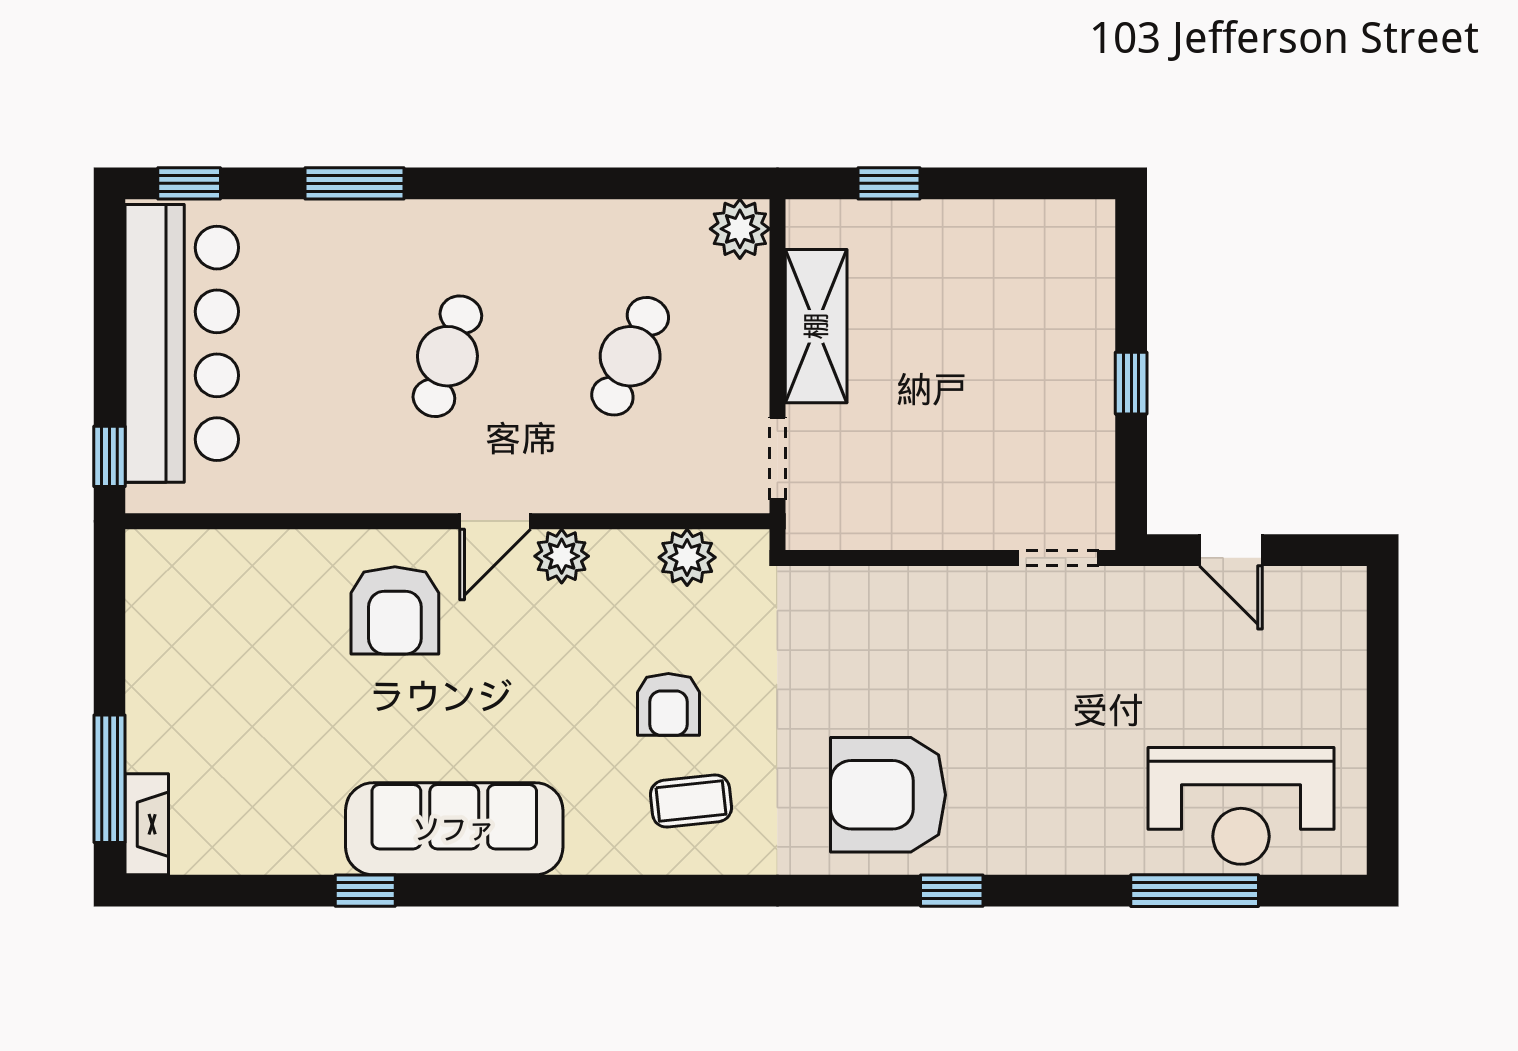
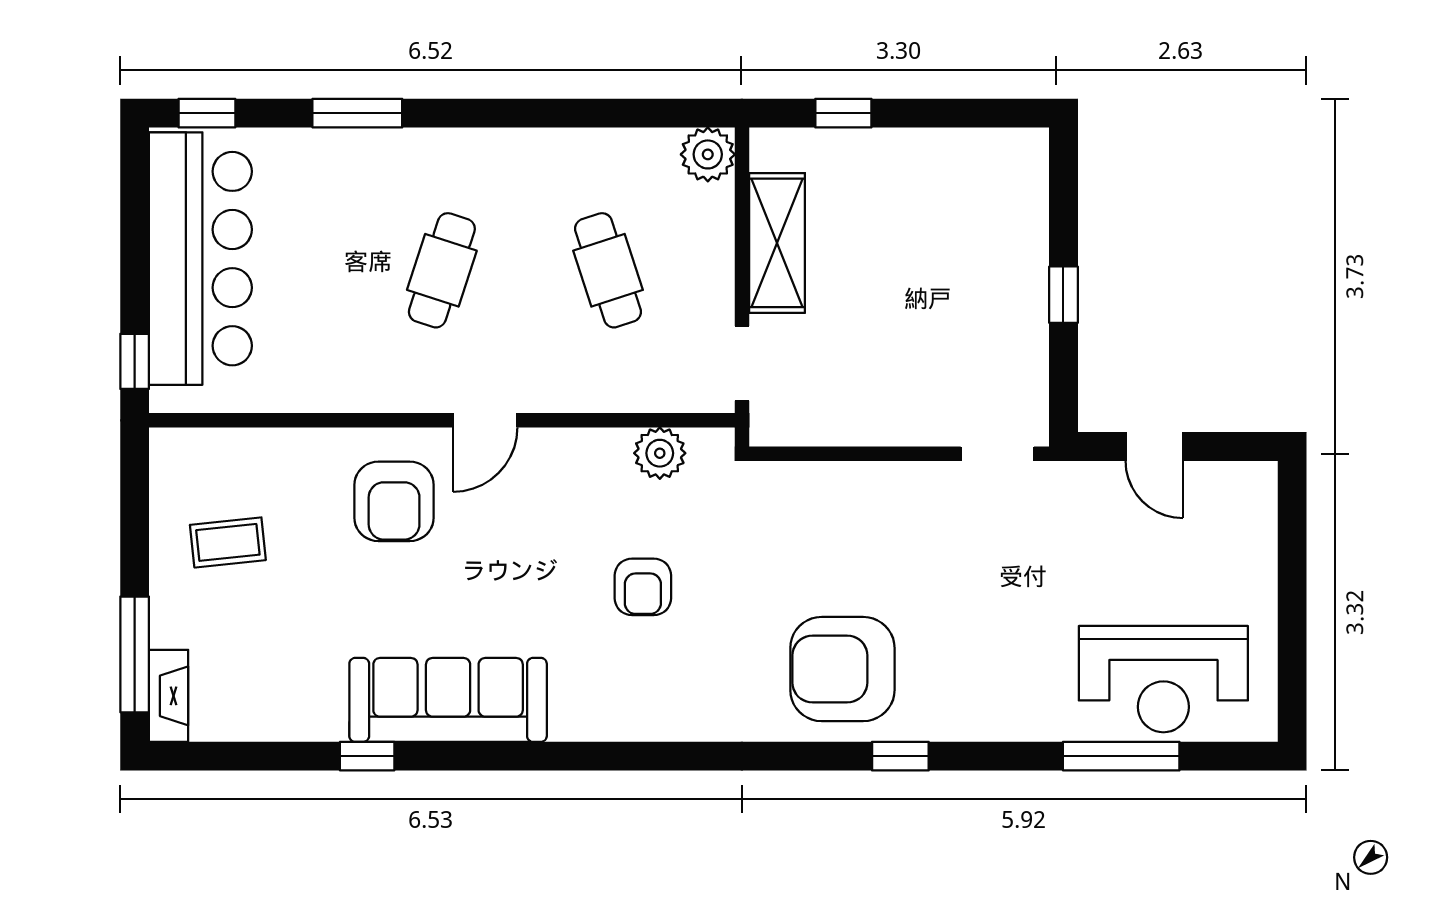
cafe table: (630, 356) -> (608, 270), turned -42
plant: (562, 556) -> (546, 452), removed
coffee table: (691, 801) -> (228, 542), moved

